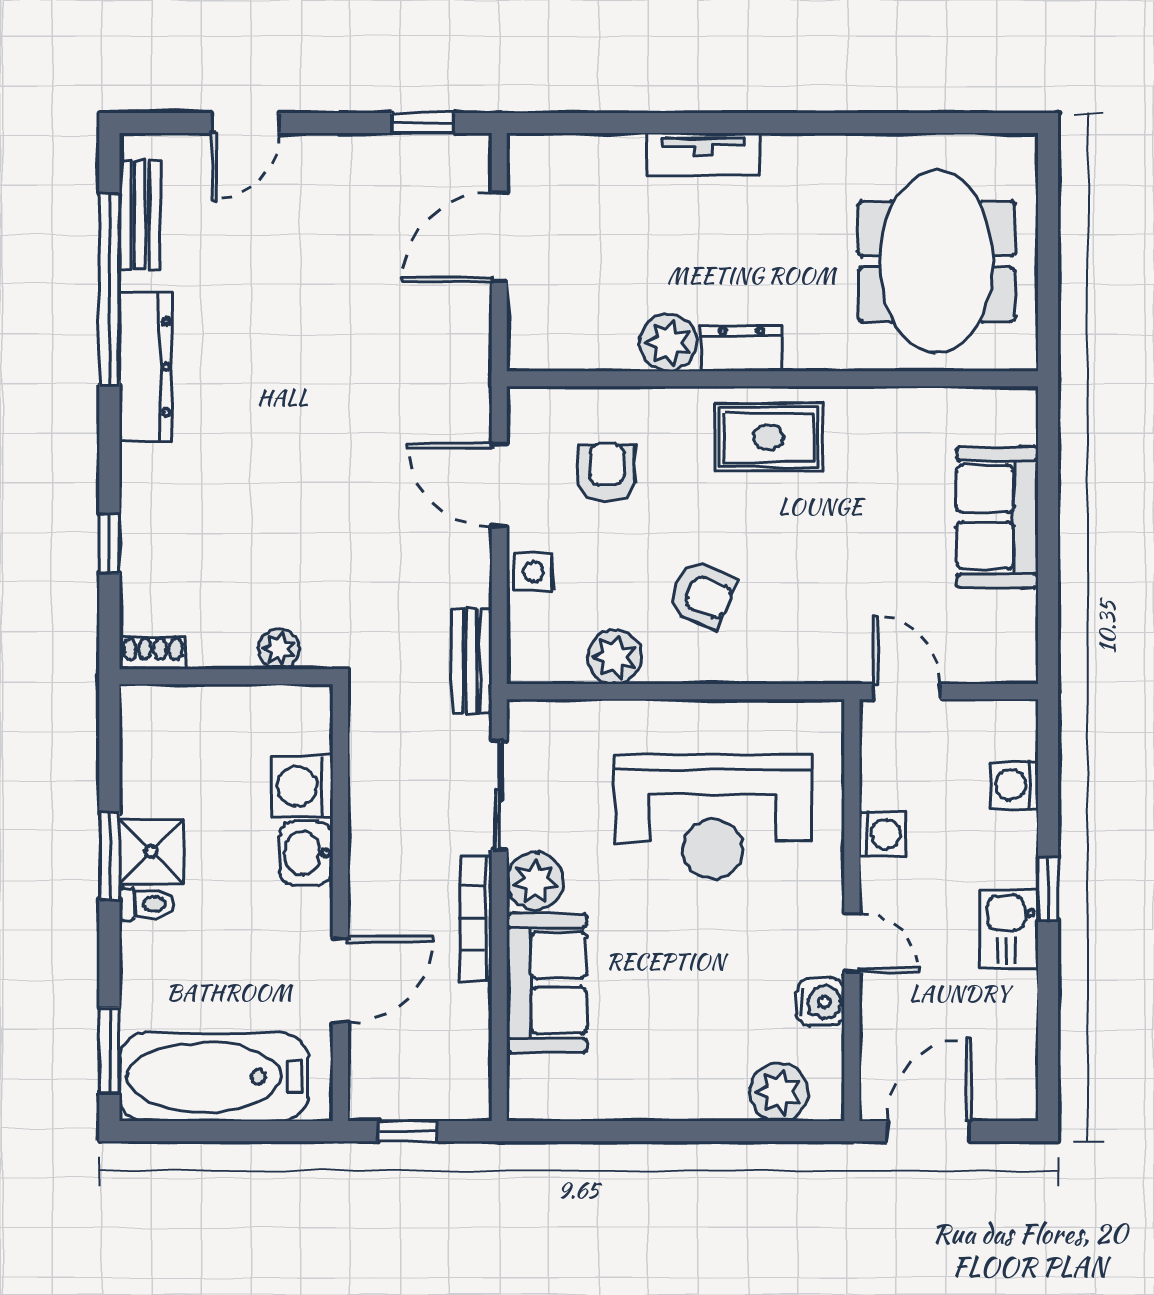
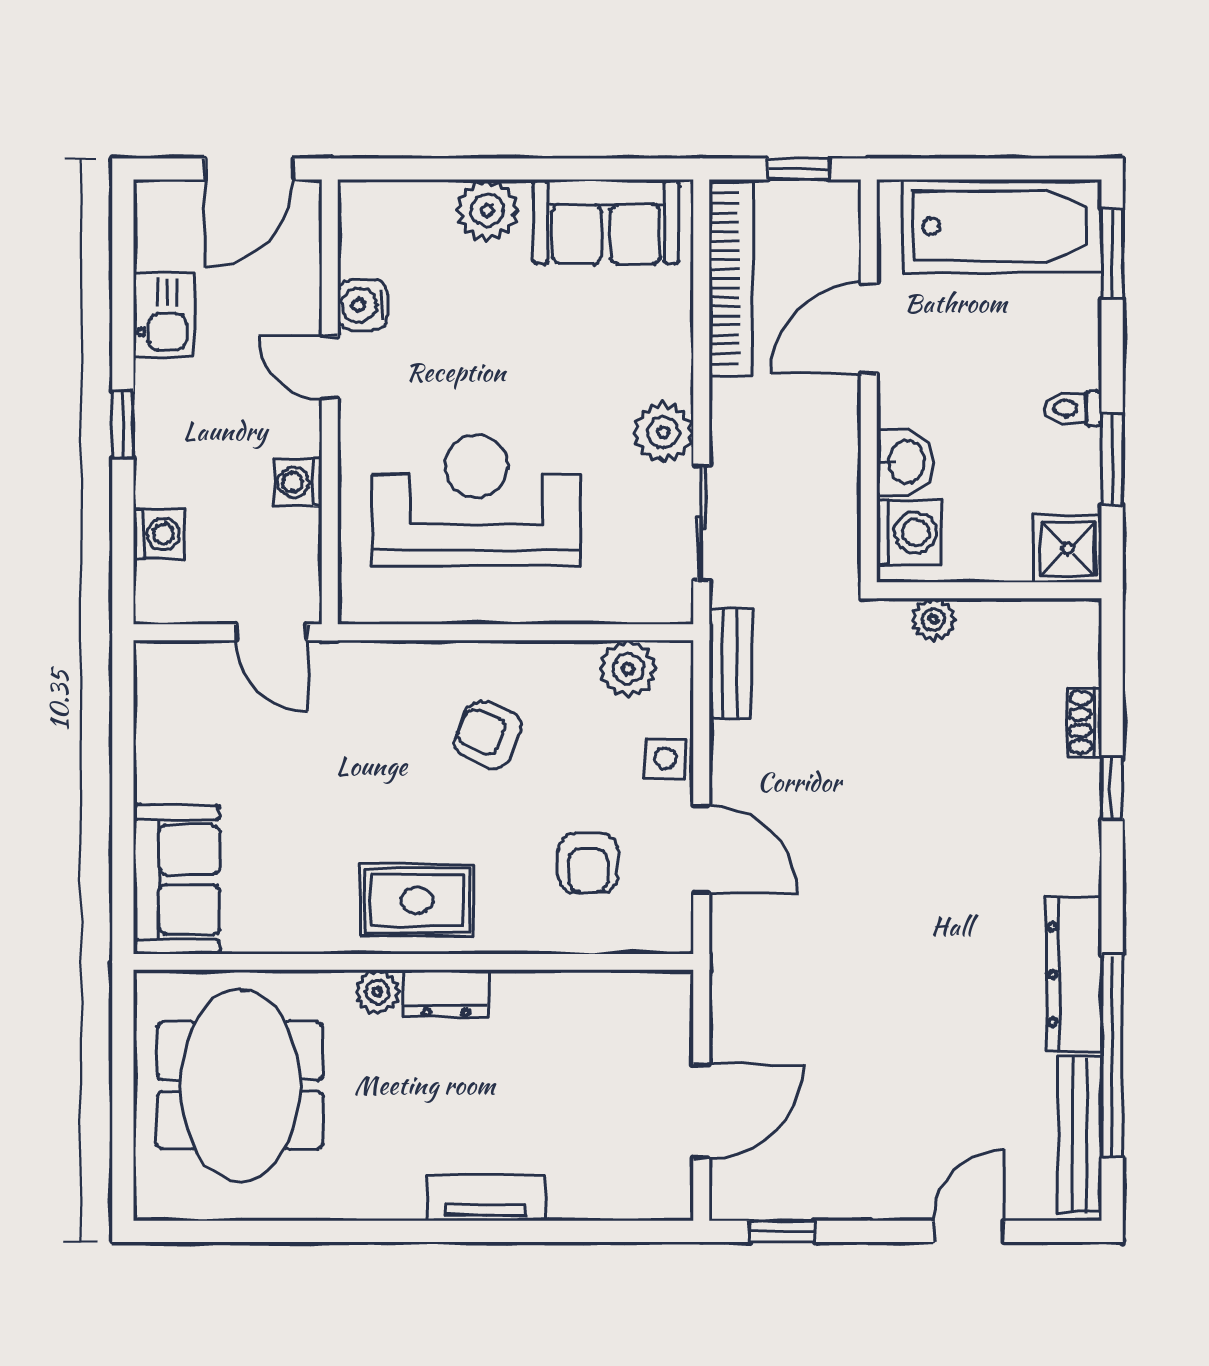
bench: (140, 215) -> (1080, 1134), width x1.36
plant: (669, 343) -> (377, 992), moved, width x0.73, depth x0.73
sofa: (997, 517) -> (176, 880), moved
plant: (279, 649) -> (933, 620), moved
shoe rack: (153, 653) -> (1085, 722), moved, turned 90
plant: (615, 657) -> (628, 669), moved
wall: (226, 677) -> (989, 590), moved
shower: (151, 851) -> (1068, 549), moved
bookcase: (476, 918) -> (731, 278), moved, width x1.48, depth x1.31
kitchen sink: (1009, 929) -> (164, 315), moved
sofa: (547, 983) -> (606, 222), moved, turned -90
plant: (779, 1092) -> (487, 210), moved

